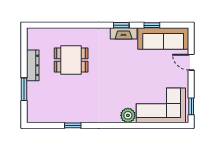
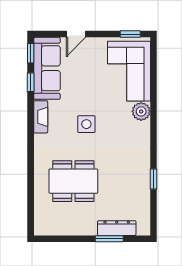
window: (121, 25) -> (31, 53), moved
dining table: (71, 60) -> (73, 181), width x1.38
dresser: (33, 65) -> (117, 228), moved
side table: (118, 71) -> (86, 124), added

